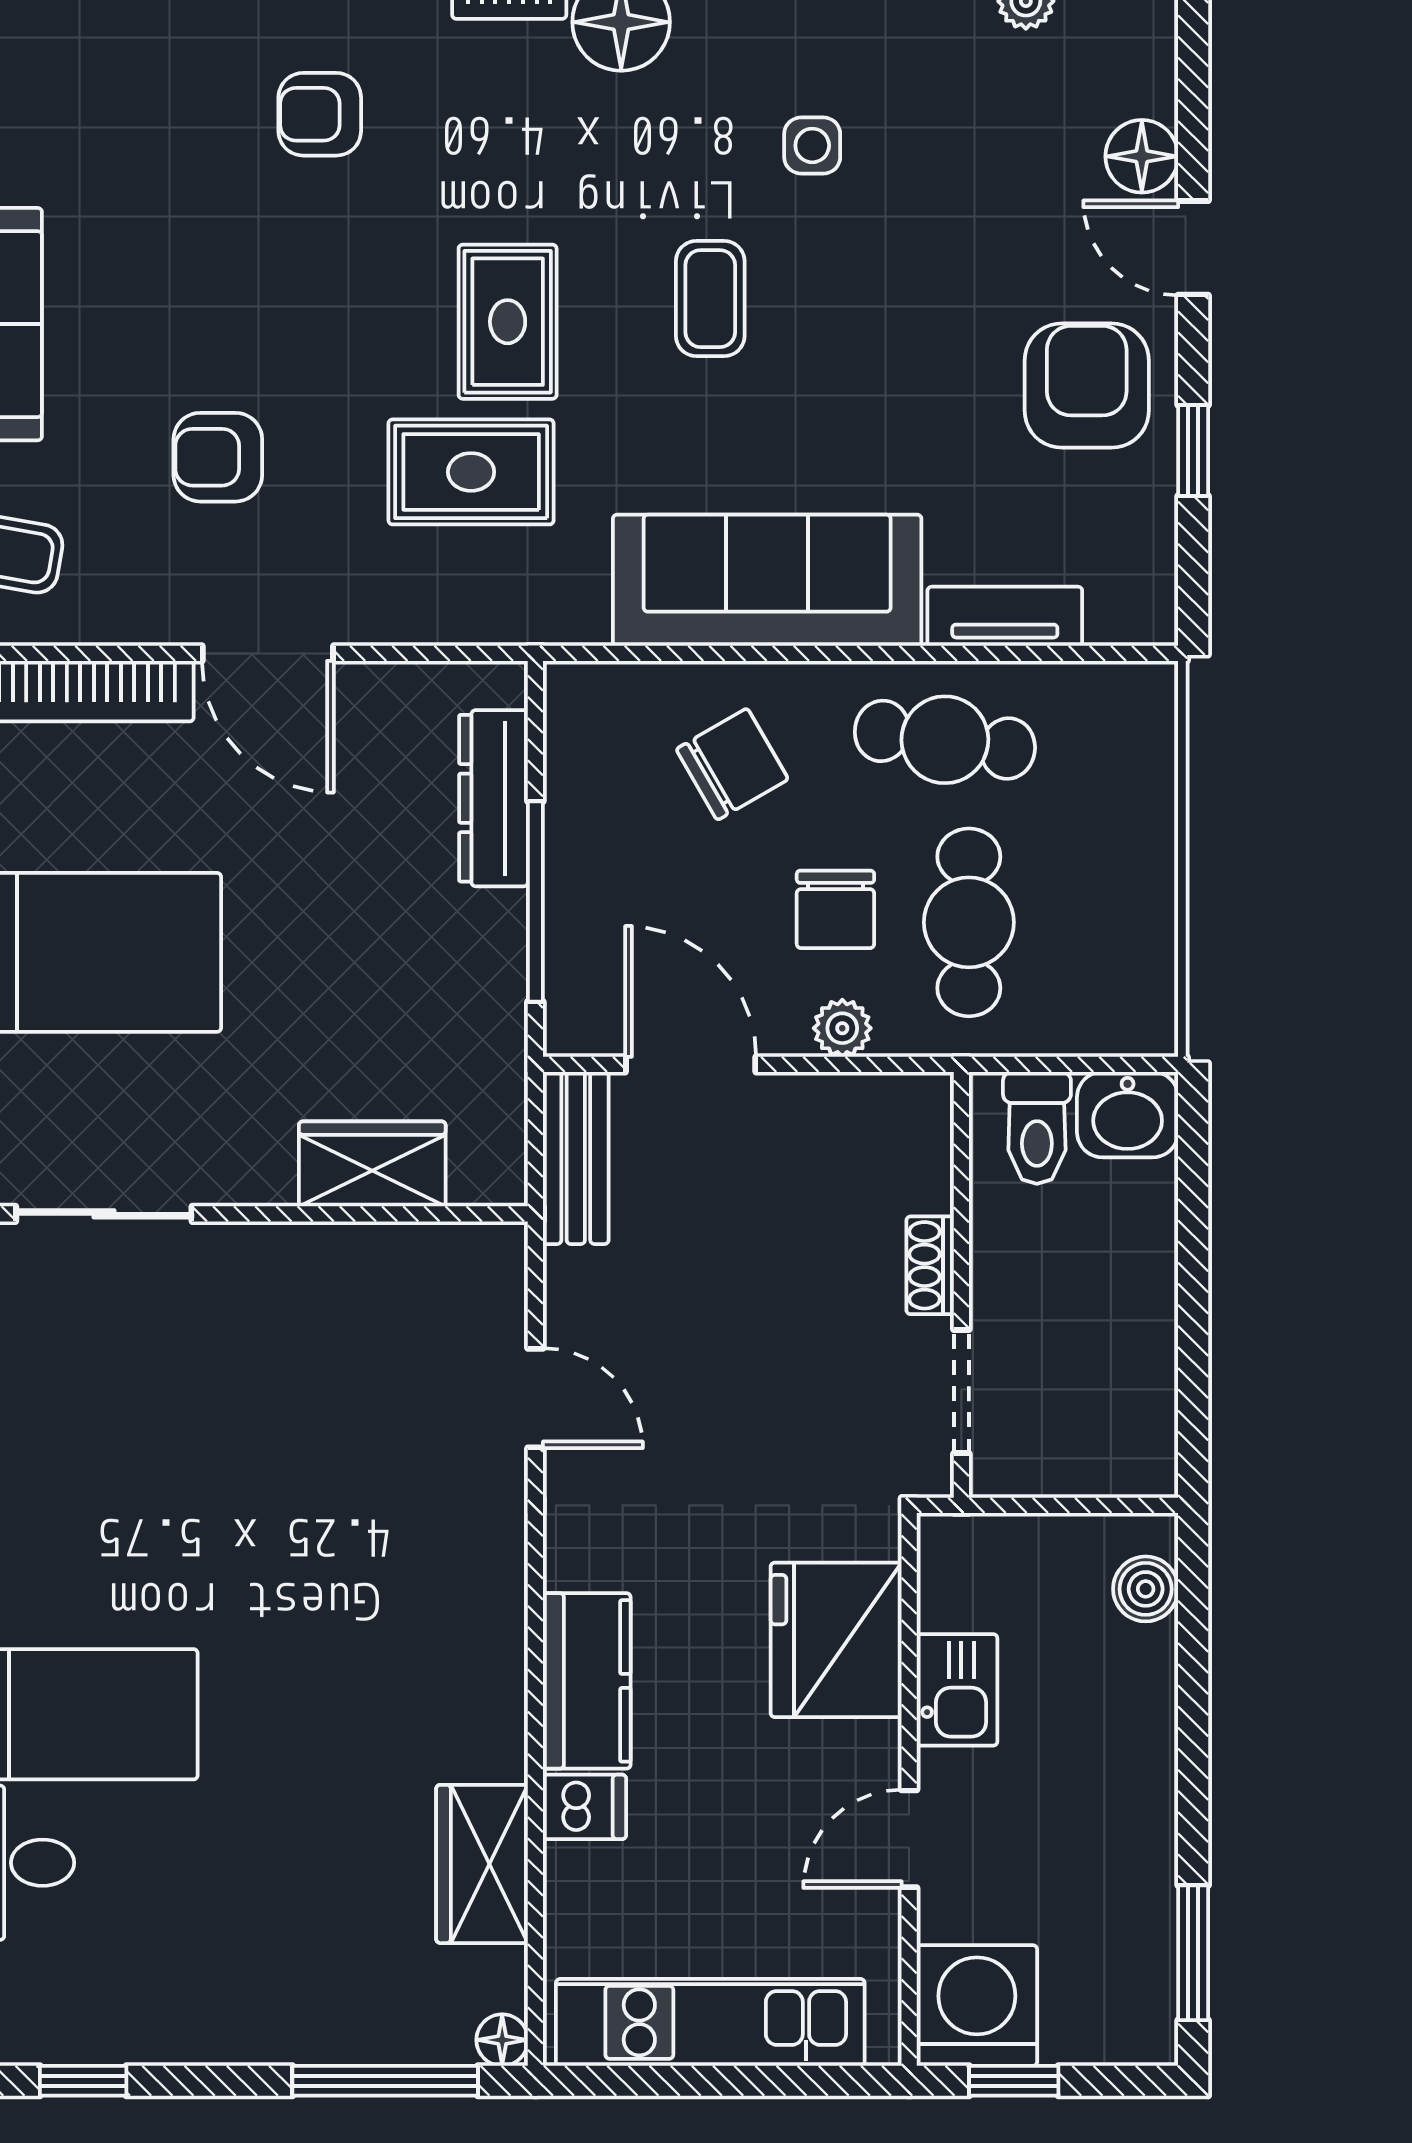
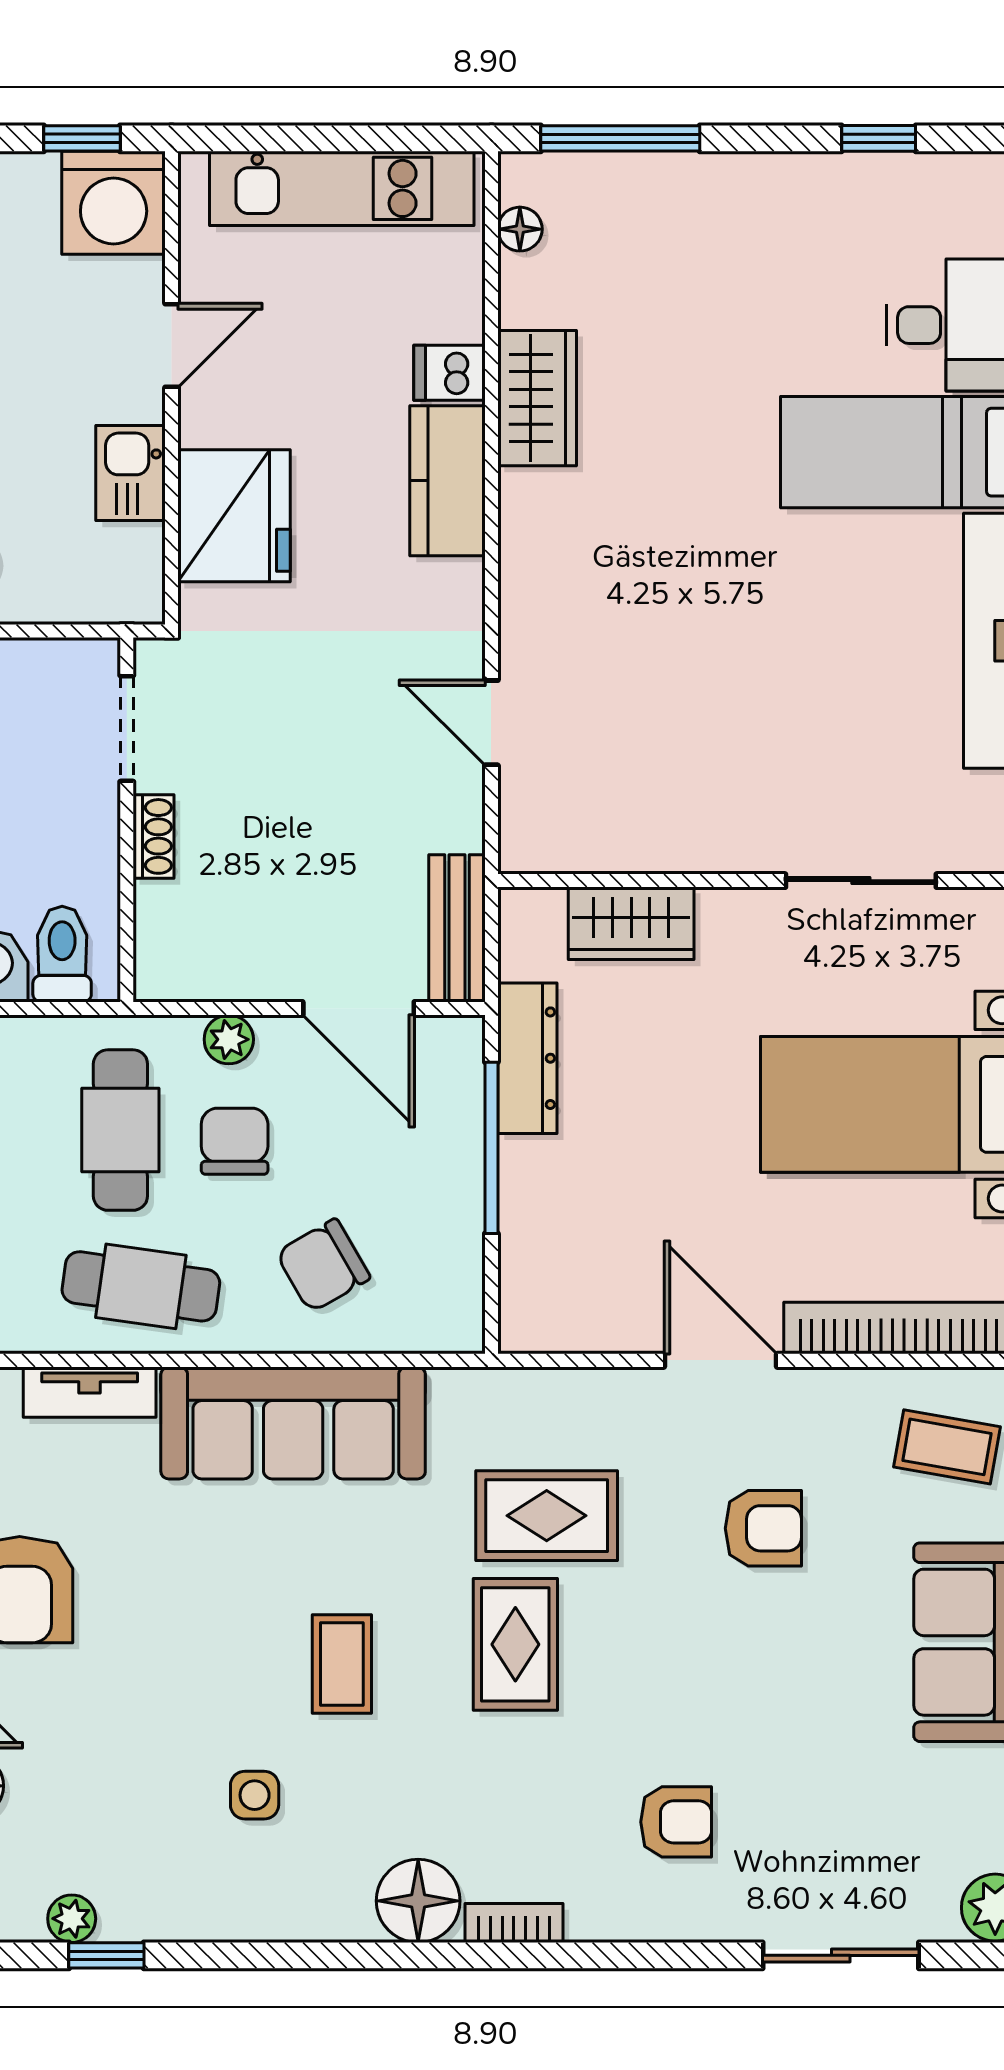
dresser: (493, 798) -> (527, 1058), moved
wardrobe: (482, 1864) -> (537, 398), moved
floor lamp: (502, 2040) -> (520, 229), moved

